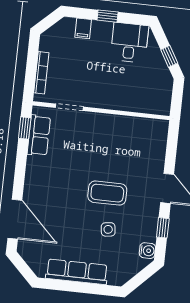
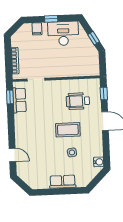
desk: (129, 43) -> (63, 33), width x1.37
wheelchair: (130, 151) -> (78, 101), added
door: (15, 219) -> (12, 155), width x0.53
window: (163, 228) -> (104, 94), moved
row of seats: (77, 272) -> (63, 182), width x0.68

